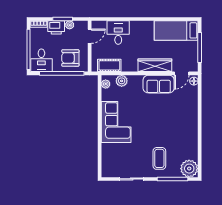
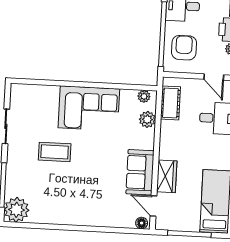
wardrobe: (155, 65) -> (167, 176), width x0.67
coffee table: (159, 158) -> (55, 152), moved

